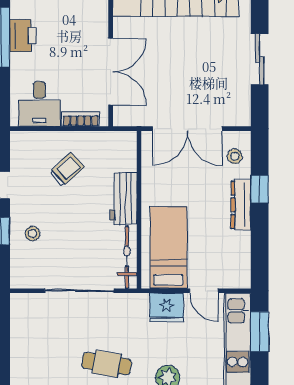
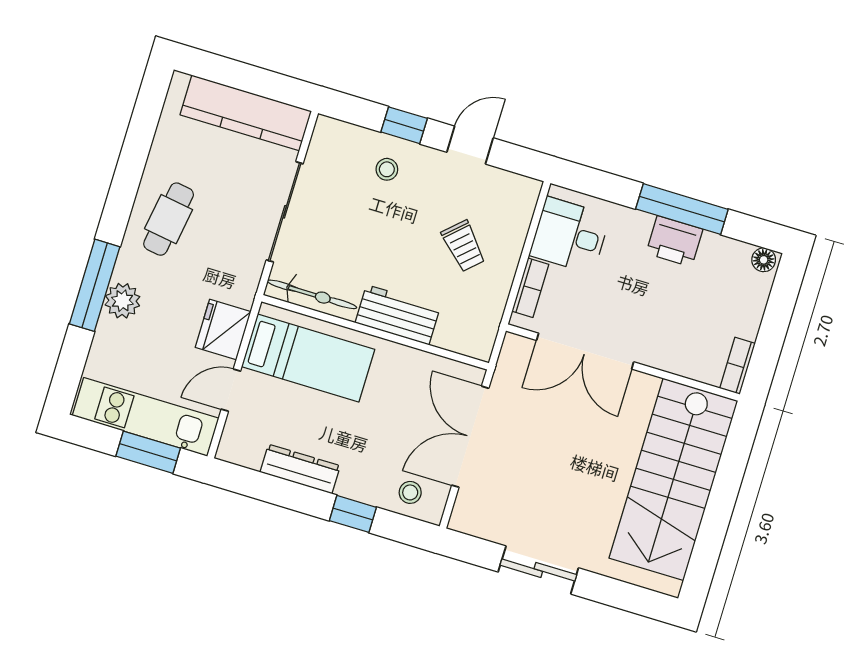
dresser: (241, 205) -> (300, 469), moved
kitchen counter: (24, 335) -> (246, 113), added

